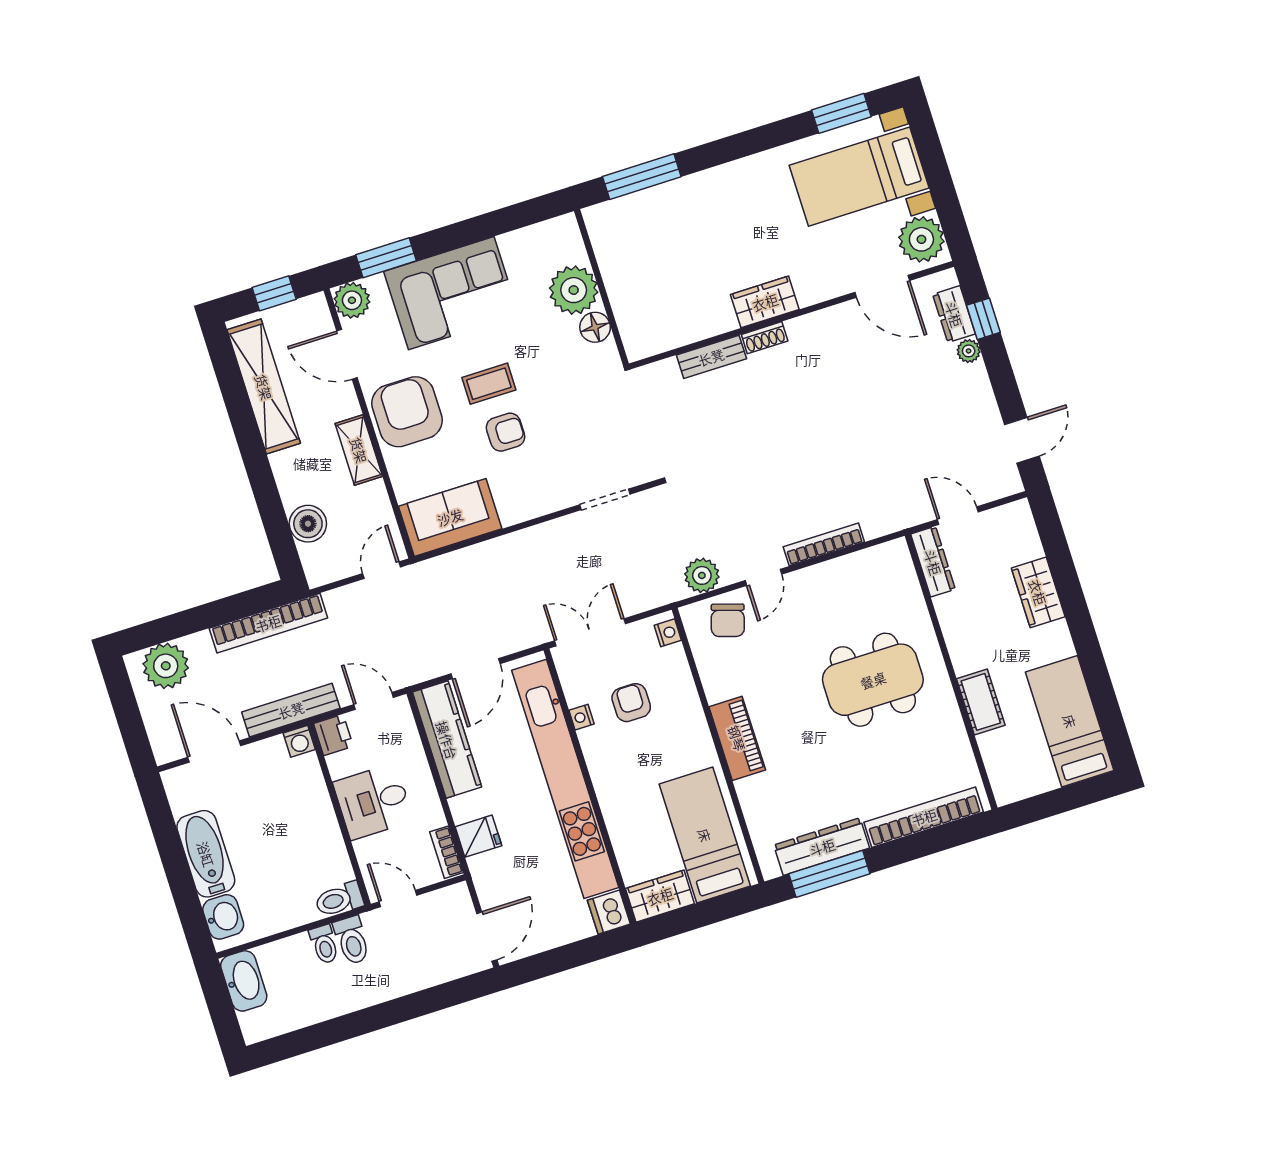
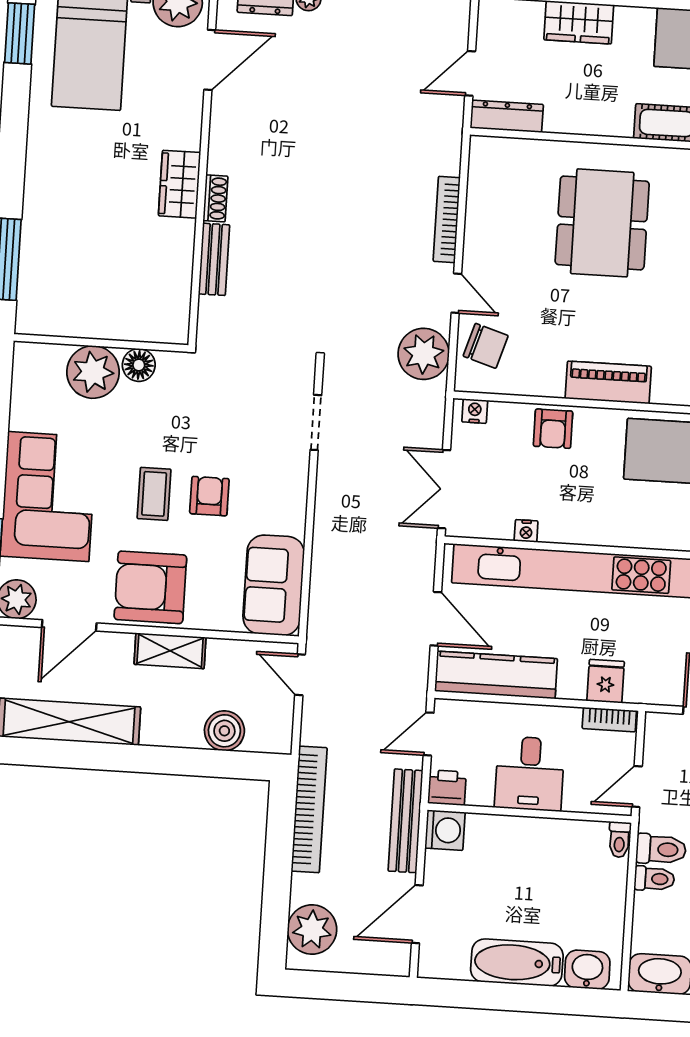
plant: (702, 575) -> (424, 354), width x1.36, depth x1.36
armchair: (631, 703) -> (553, 429), moved, turned -90
washing machine: (299, 741) -> (445, 830), width x1.38, depth x1.38
toilet: (339, 899) -> (619, 840), width x0.73, depth x0.72

